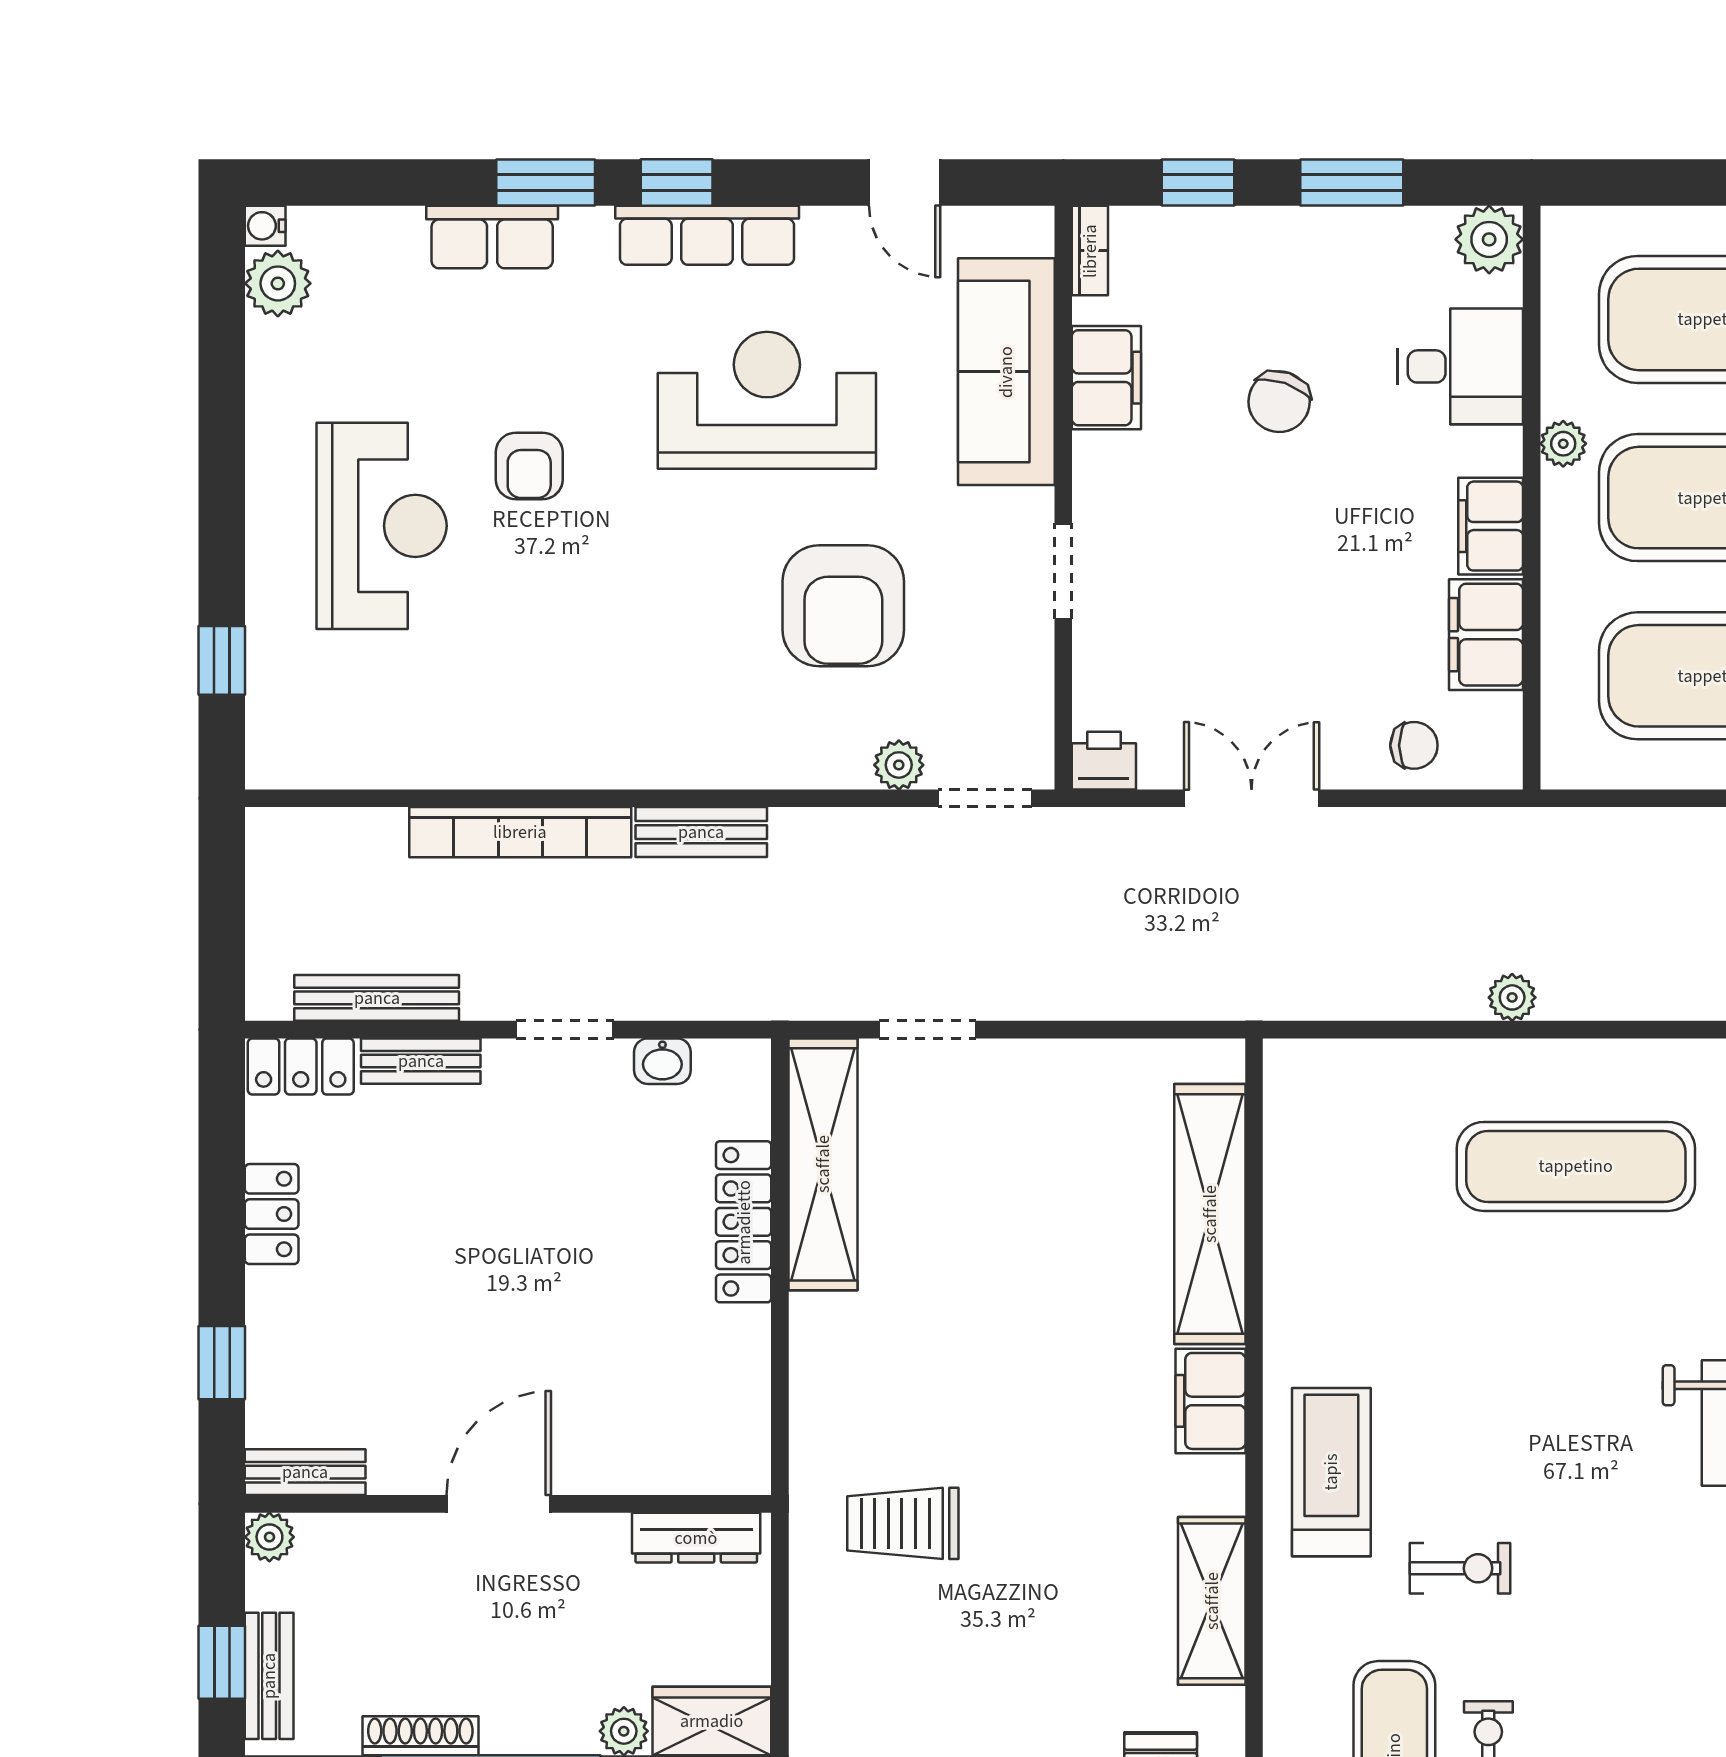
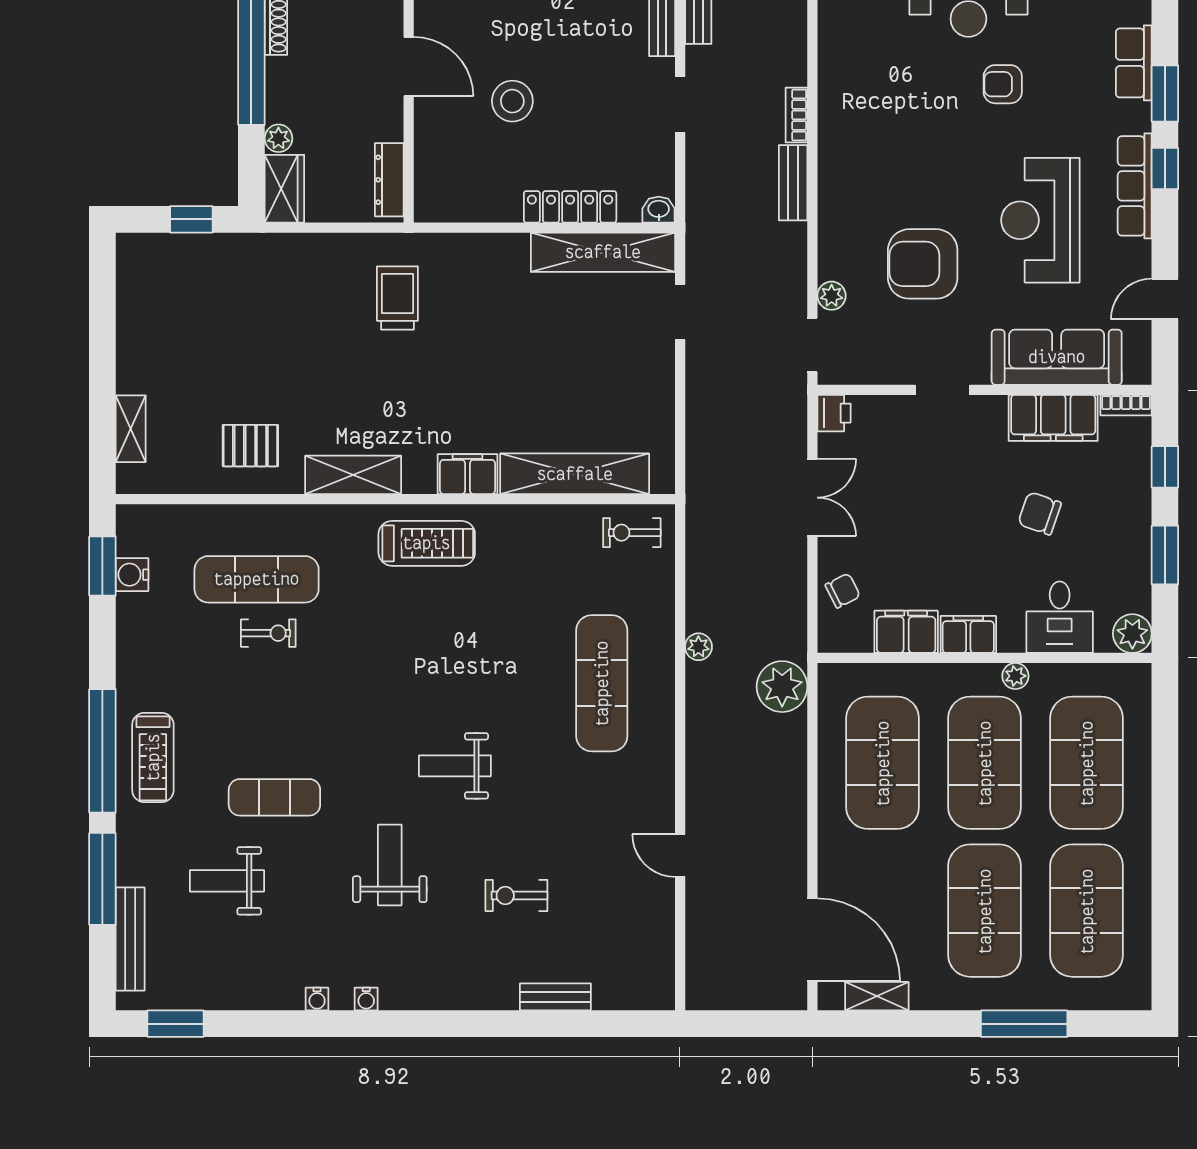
filing cabinet: (1106, 378) -> (1053, 418), width x1.50, depth x1.17
reception desk: (767, 400) -> (1040, 220), turned 180
chair: (1414, 745) -> (843, 591), turned -117
bookcase: (520, 832) -> (797, 115), width x0.43, depth x0.76
plant: (1582, 851) -> (782, 687), added
washbasin: (662, 1061) -> (659, 210), moved, turned 90
stool: (559, 1323) -> (512, 101), added
exercise bike: (1460, 1568) -> (632, 533), moved, turned 90

